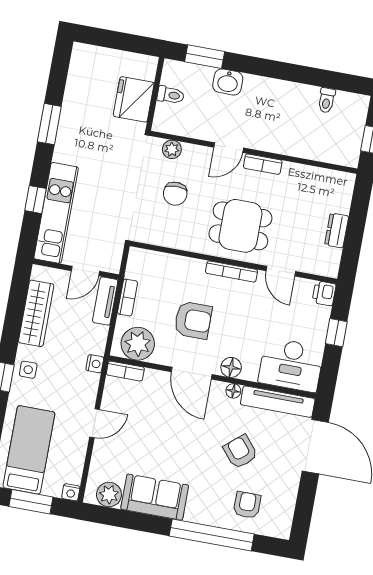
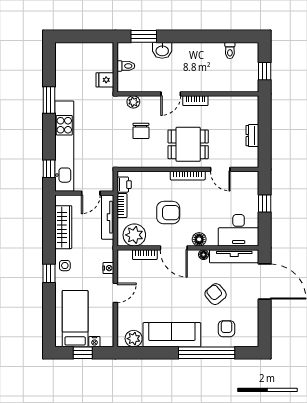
fridge: (134, 99) -> (105, 80), width x0.53, depth x0.75
window: (35, 200) -> (49, 169), moved
kitchen unit: (56, 213) -> (64, 146), width x1.36
printer: (324, 293) -> (124, 185), moved, turned 180
tv unit: (105, 301) -> (108, 217), width x1.41
nightstand: (95, 364) -> (108, 268), moved
bookcase: (125, 371) -> (145, 255), moved
nightstand: (71, 492) -> (94, 342), moved
sofa: (155, 497) -> (172, 335), width x1.36
window: (31, 502) -> (83, 353), width x0.67

